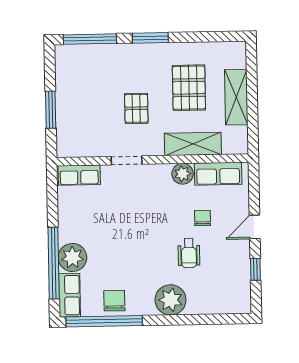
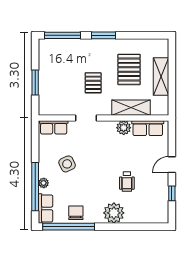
chair: (203, 218) -> (137, 158), removed
side table: (100, 229) -> (67, 164), added
plant: (72, 257) -> (44, 183), width x0.53, depth x0.53

